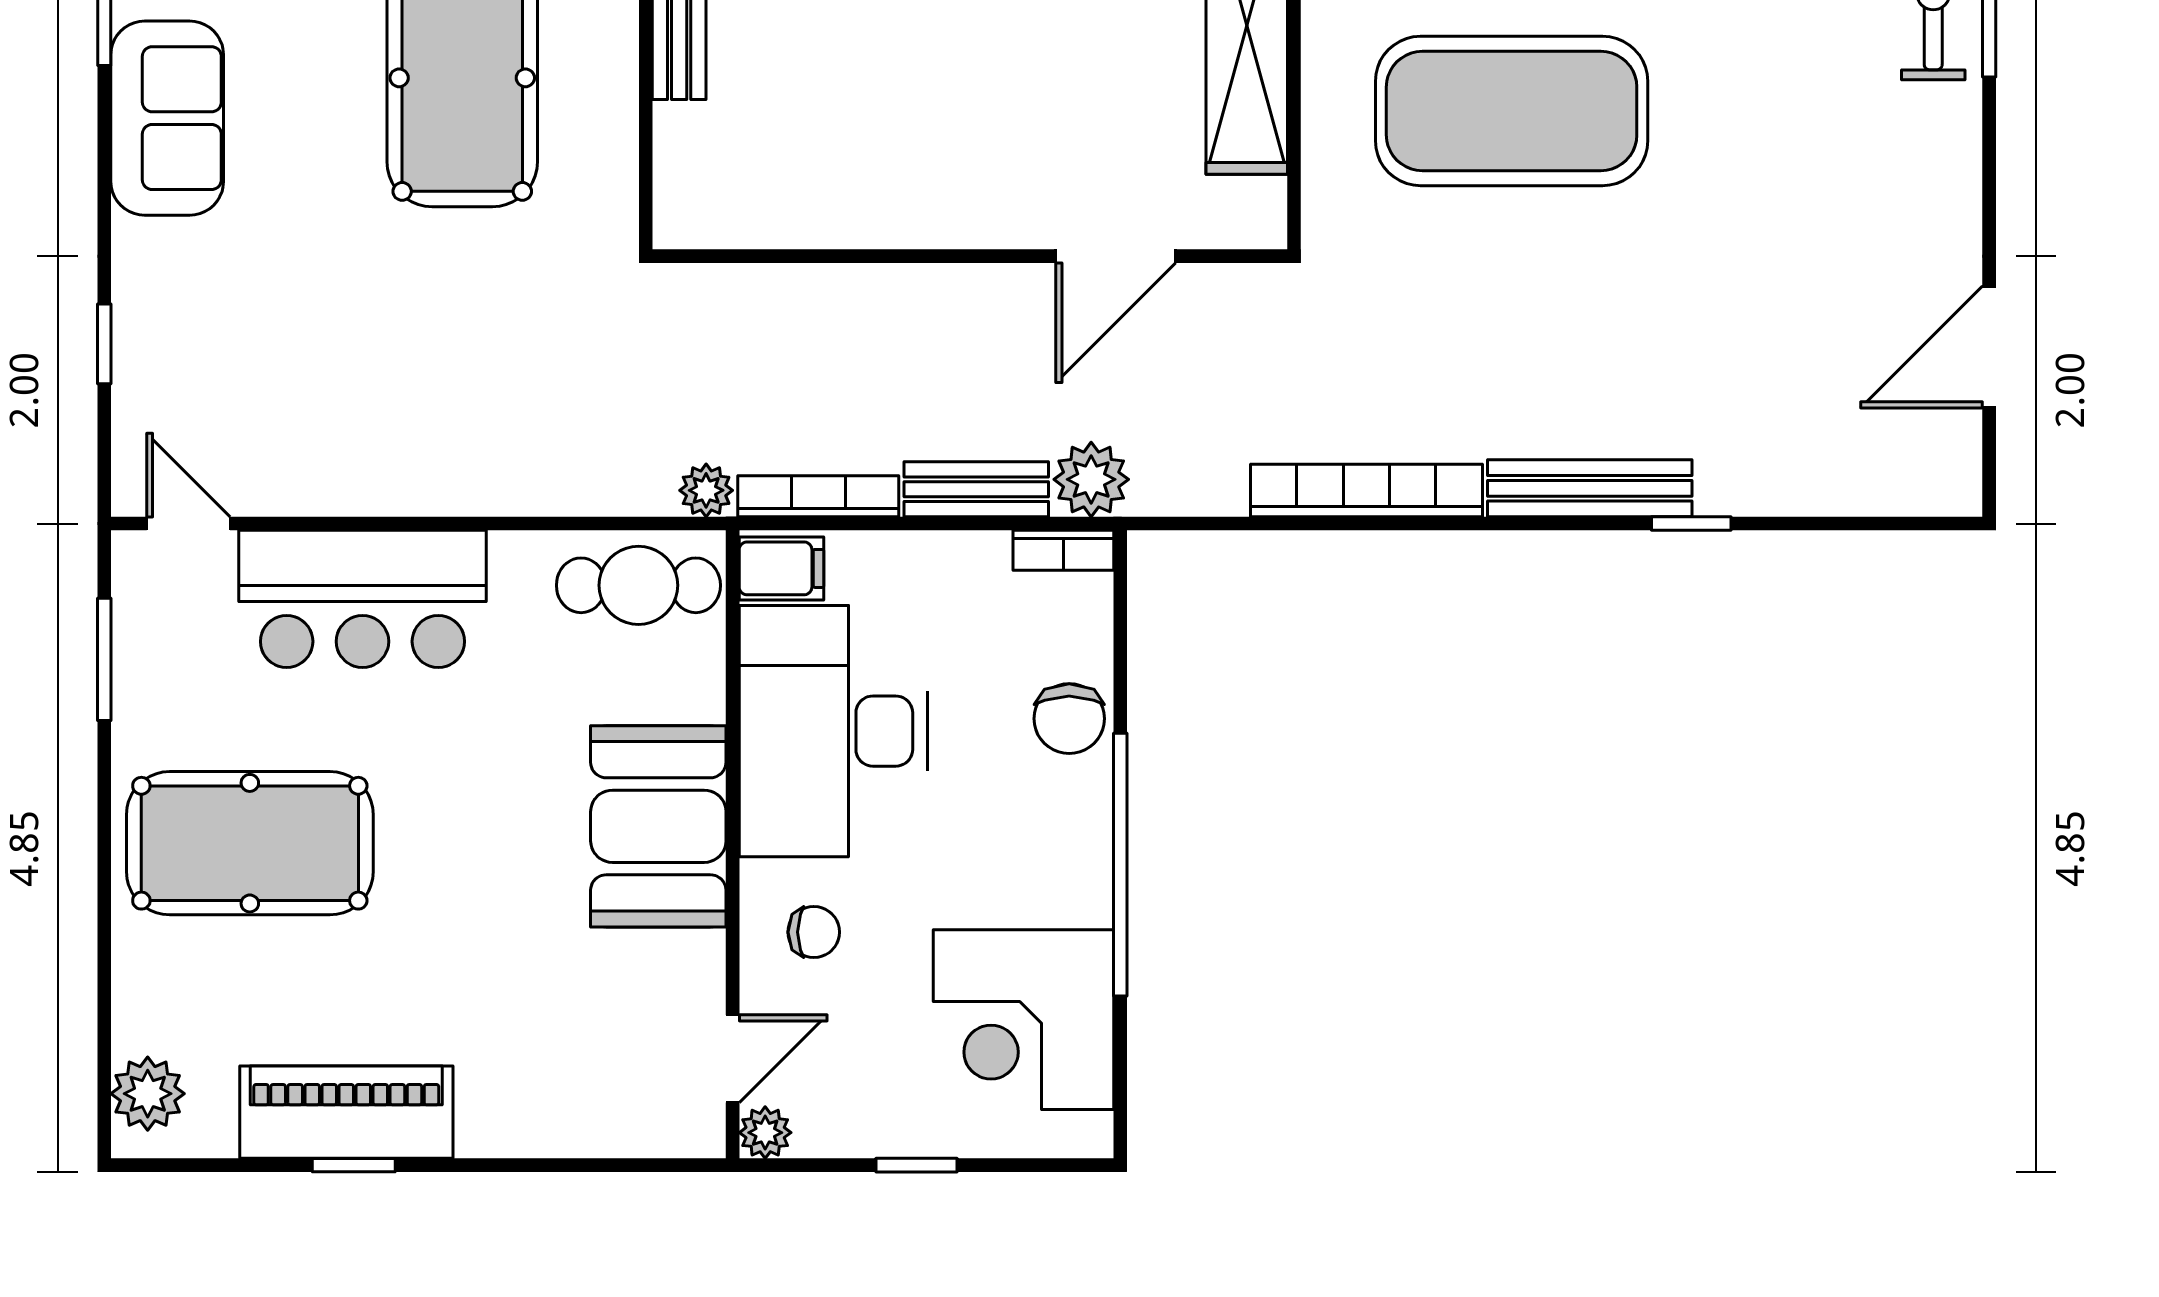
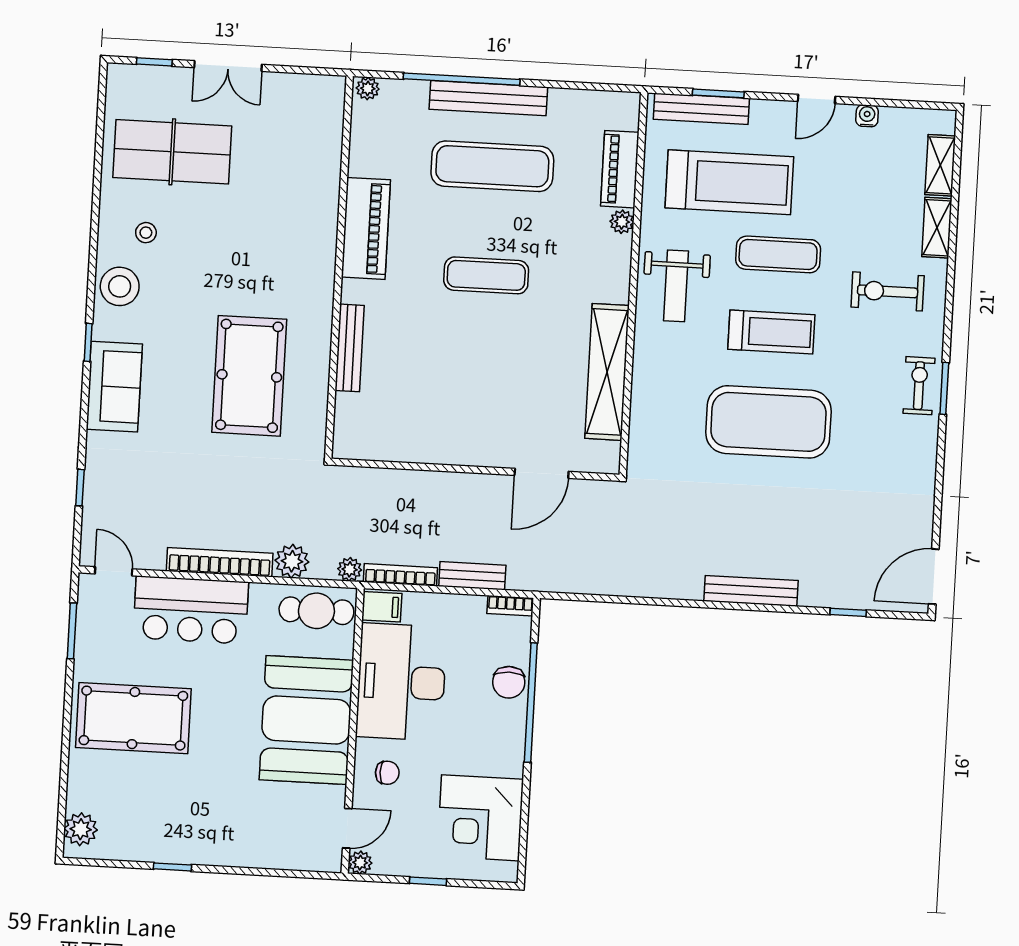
exercise mat: (1512, 111) -> (768, 422), moved
door: (1989, 347) -> (934, 577), moved
plant: (1091, 479) -> (292, 561), moved
bookcase: (1366, 491) -> (220, 562), moved
window: (1691, 524) -> (848, 612), moved
booth: (658, 826) -> (306, 720), width x1.36, depth x1.42
window: (1120, 865) -> (531, 703), moved
piano: (346, 1112) -> (170, 843), removed

